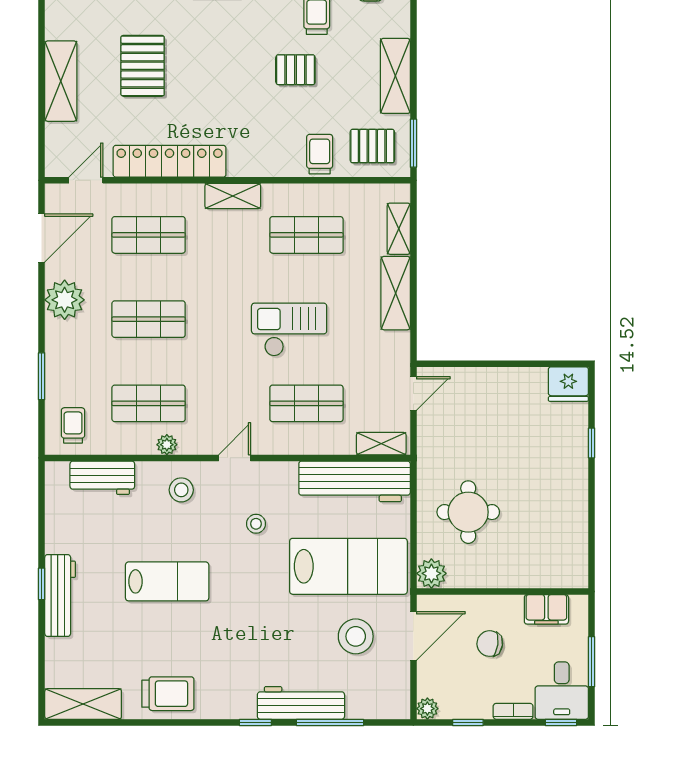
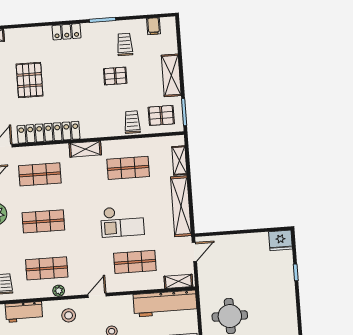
shelving: (396, 293) -> (181, 206), width x1.47
checkout: (289, 330) -> (122, 221), turned 180

